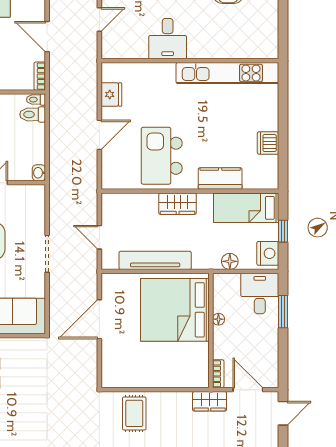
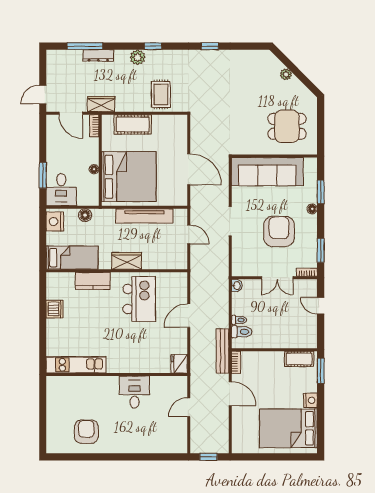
kitchen unit: (227, 73) -> (76, 365), width x0.73
bench: (57, 90) -> (223, 351), added
fridge: (111, 94) -> (179, 364), moved
toilet: (36, 100) -> (239, 320), moved
window: (283, 231) -> (43, 239), removed
door: (99, 319) -> (189, 169), hinge flipped
cot: (170, 376) -> (133, 124), added

